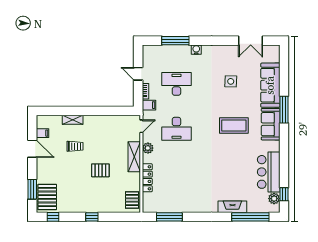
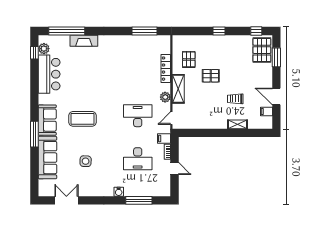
pallet: (132, 200) -> (189, 59), moved

